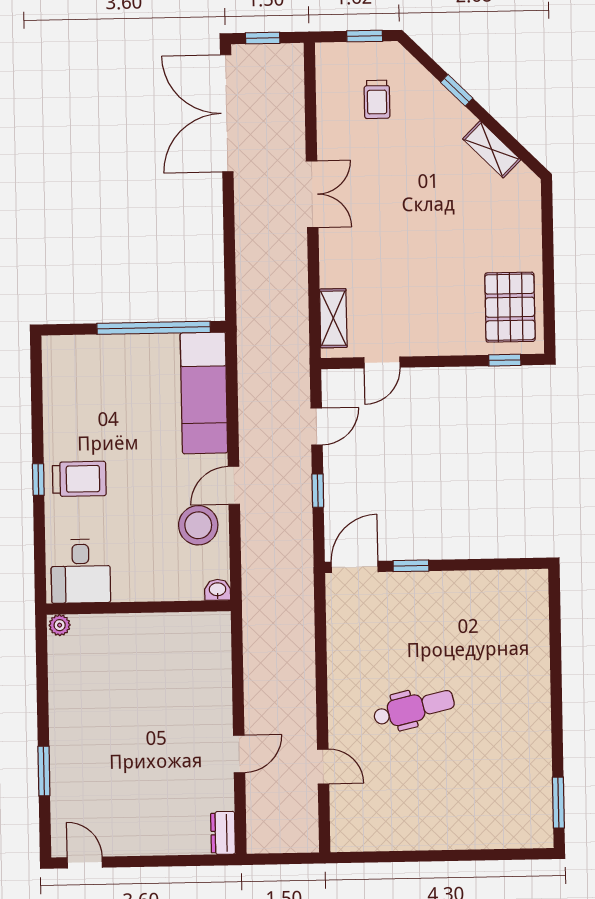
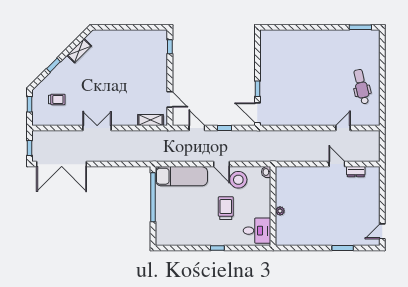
pallet: (510, 307) -> (147, 44), removed
trolley: (79, 479) -> (226, 208), moved
plant: (60, 625) -> (280, 211), moved
dental chair: (414, 708) -> (361, 87), moved
dresser: (223, 833) -> (356, 172), moved

